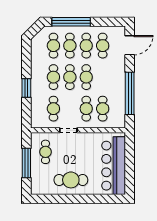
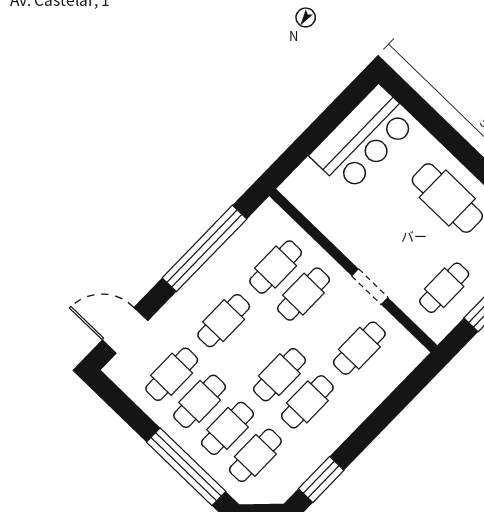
cafe table: (86, 77) -> (224, 321), moved
window: (26, 88) -> (321, 480), moved
bar counter: (114, 166) -> (364, 139), width x0.73

